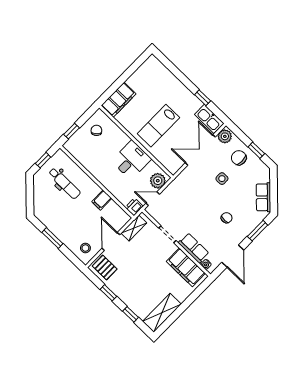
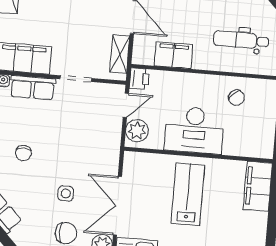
chair: (96, 130) -> (236, 98), moved
double door: (200, 150) -> (117, 206), swing flipped
desk: (131, 160) -> (194, 130), width x1.37
filing cabinet: (102, 200) -> (174, 55), width x2.00

